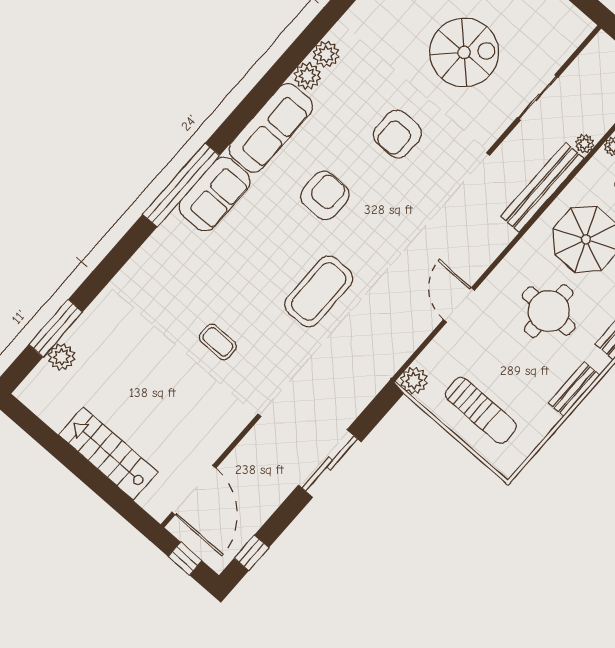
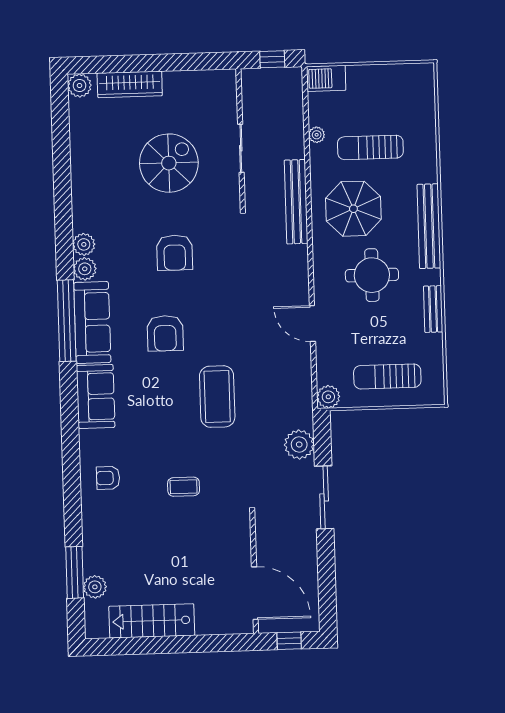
plant: (584, 144) -> (299, 445), moved, width x1.88, depth x1.88
window: (181, 185) -> (67, 321), moved
armchair: (325, 195) -> (165, 333), turned 180
armchair: (160, 274) -> (108, 478), added
sun lounger: (481, 410) -> (387, 376), turned 180
stairs: (108, 454) -> (152, 621), moved
window: (252, 553) -> (327, 599), removed

